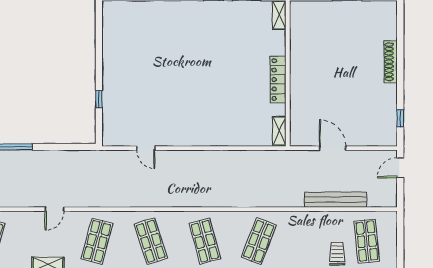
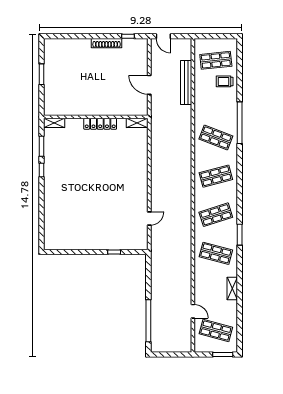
shoe rack: (391, 62) -> (107, 43), moved
door: (333, 148) -> (149, 85), hinge flipped
door: (54, 209) -> (193, 311), moved

